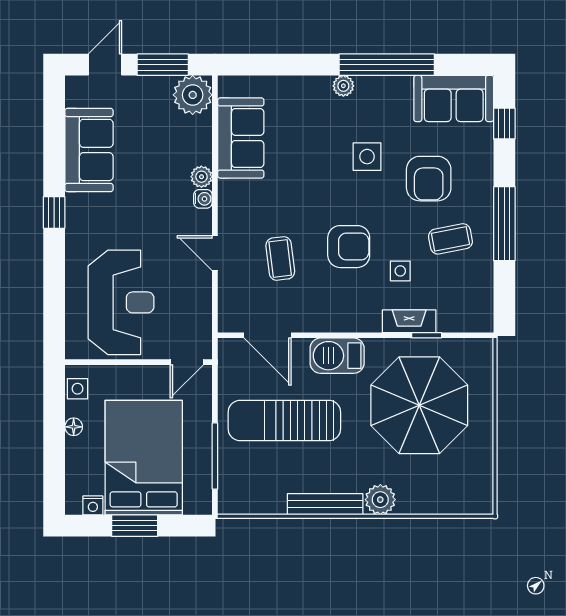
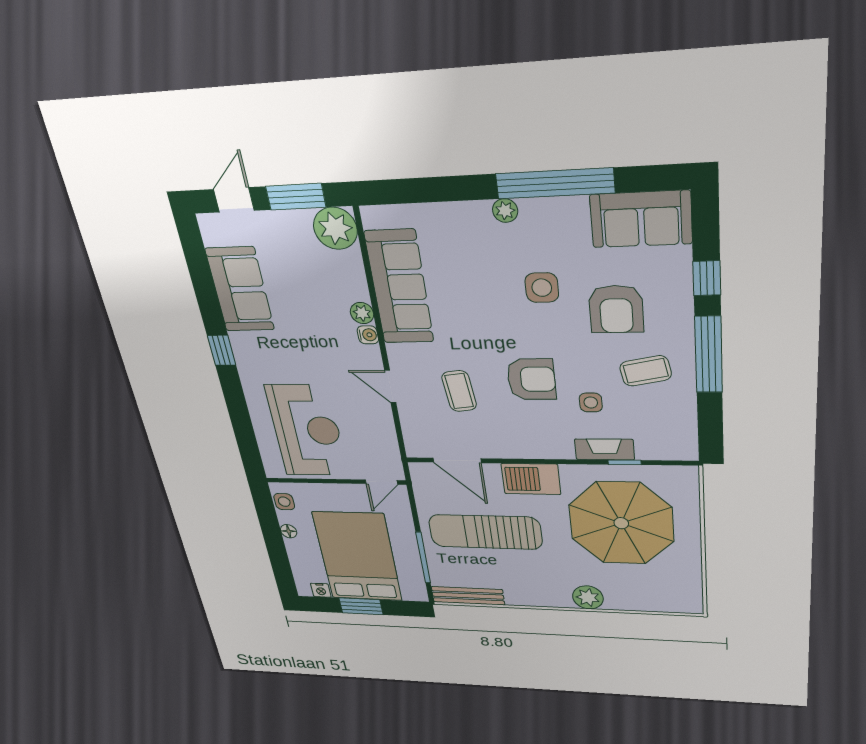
window: (504, 123) -> (707, 278), moved
sofa: (241, 138) -> (399, 287), width x1.36
bench: (325, 504) -> (468, 596), moved

